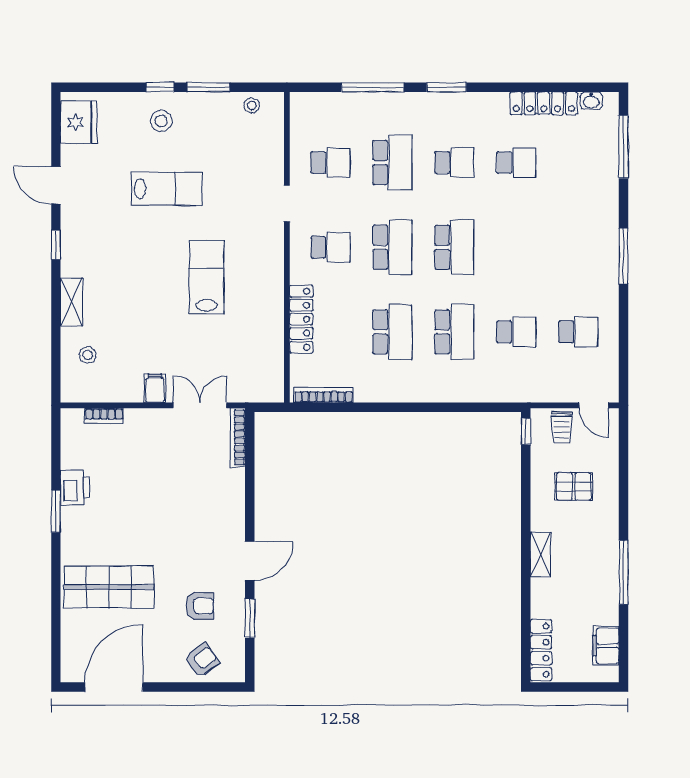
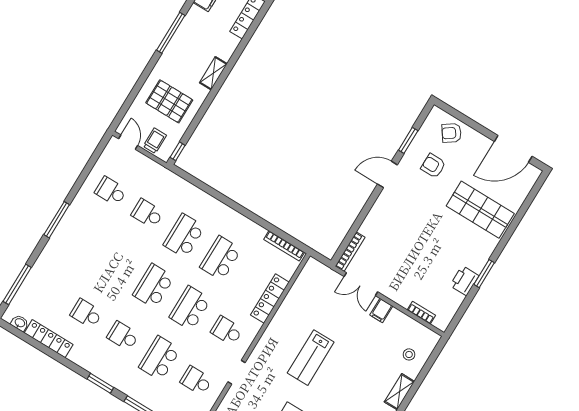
pallet: (574, 487) -> (169, 101), width x1.50, depth x1.42

